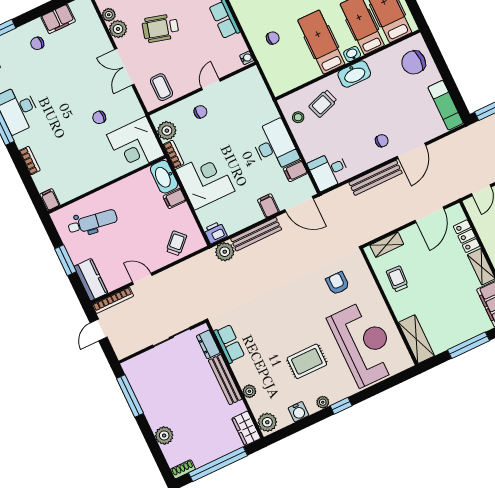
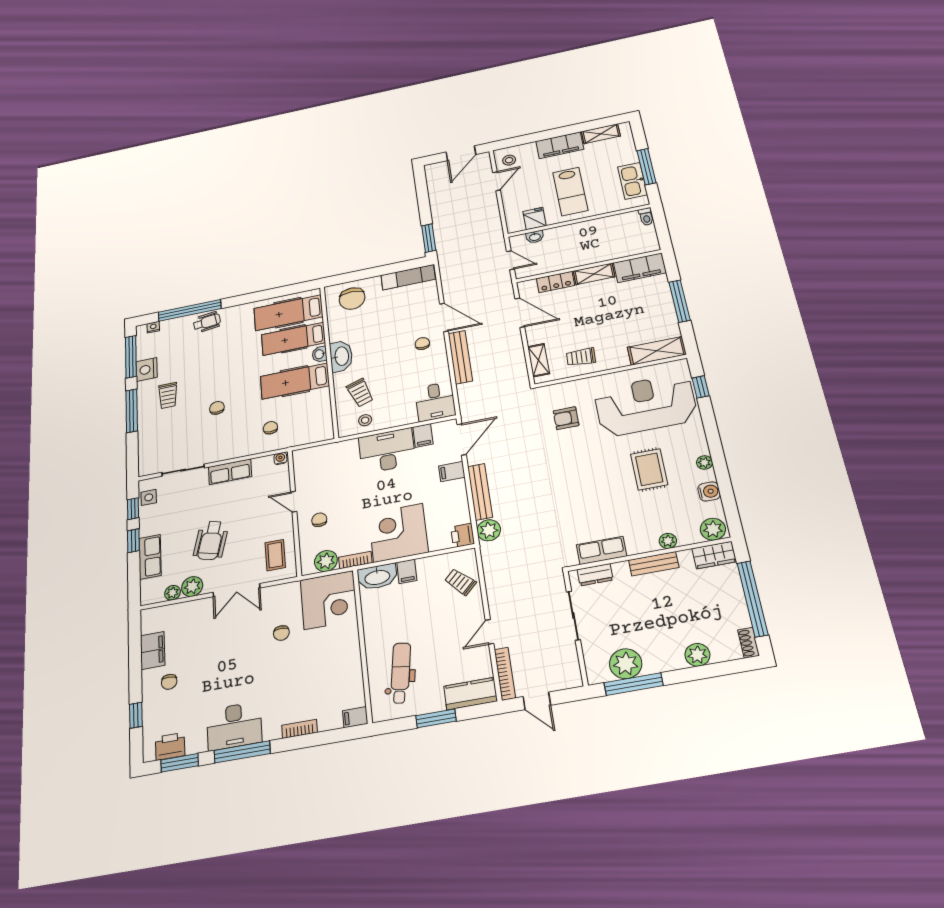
coffee table: (162, 87) -> (275, 555), turned 90
bench: (225, 380) -> (654, 564), width x0.73
plant: (144, 386) -> (626, 664), added
window: (341, 406) -> (701, 387), moved

